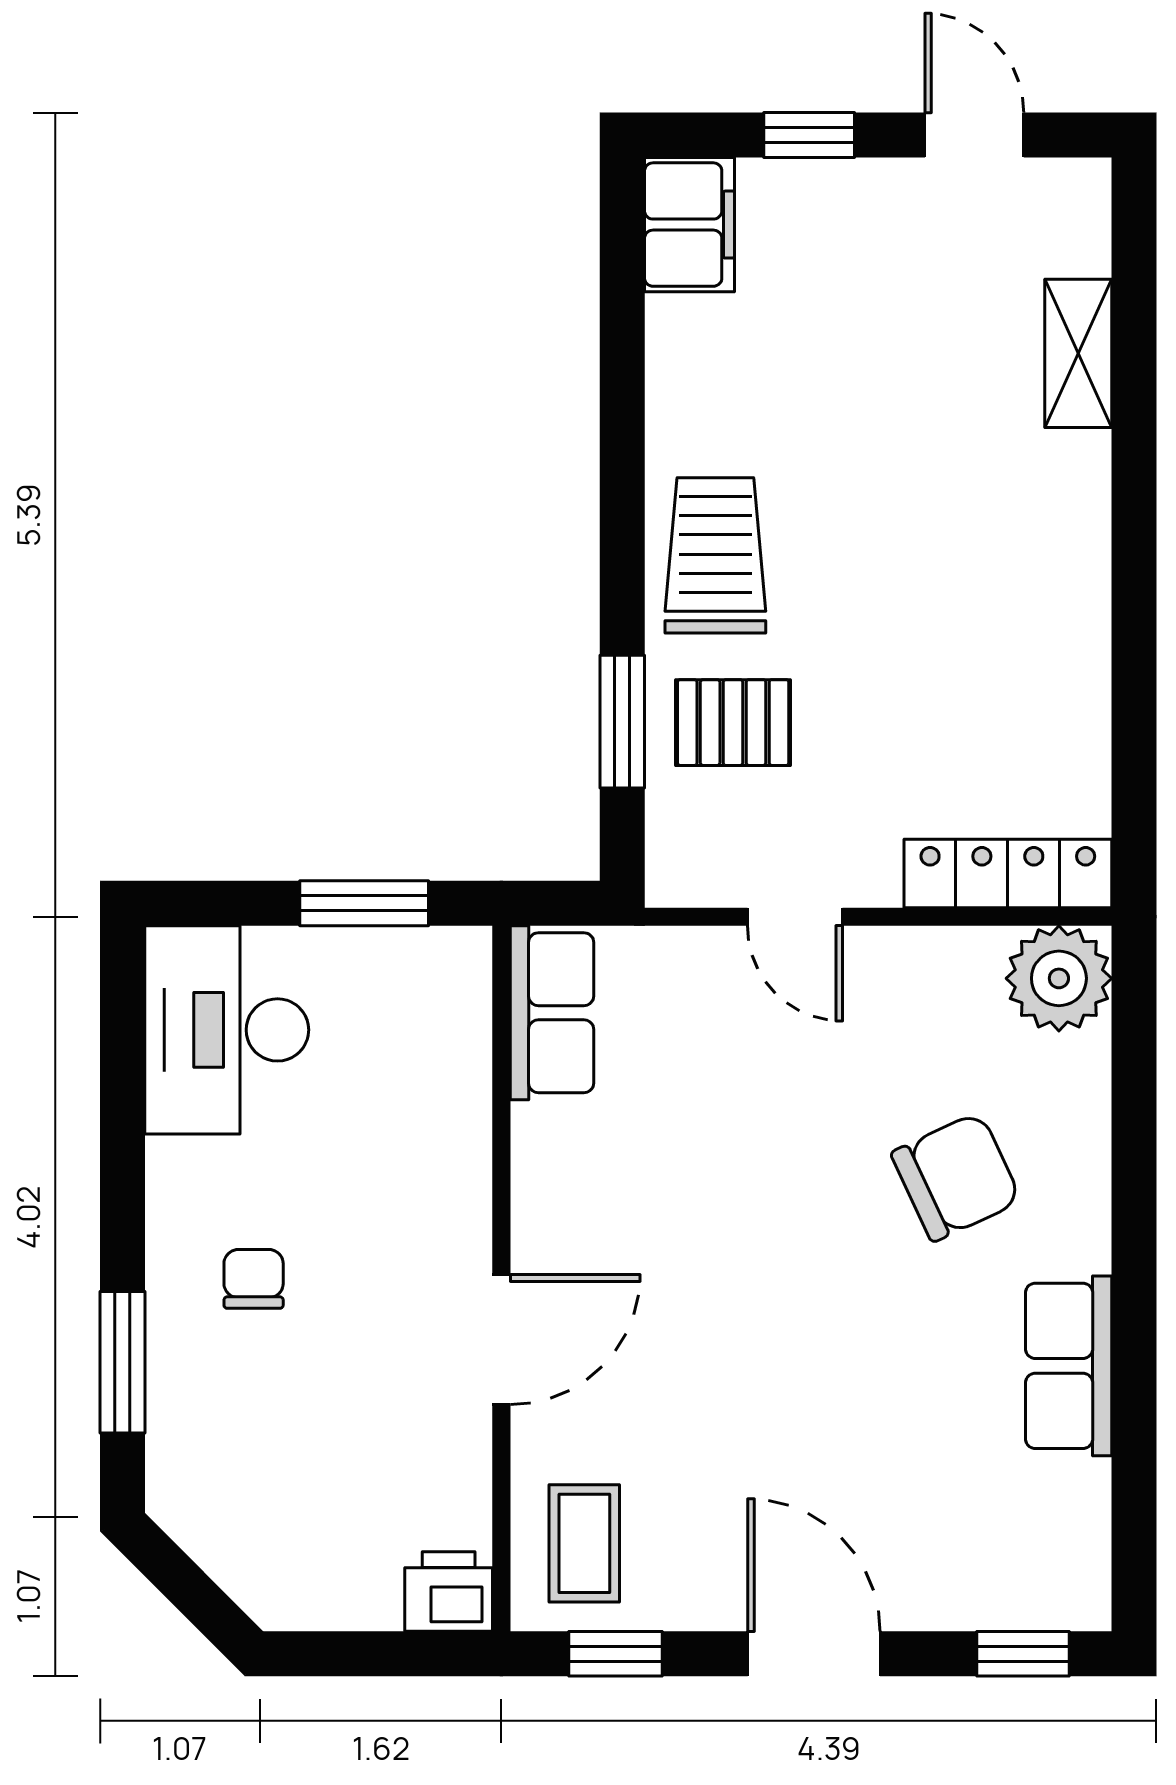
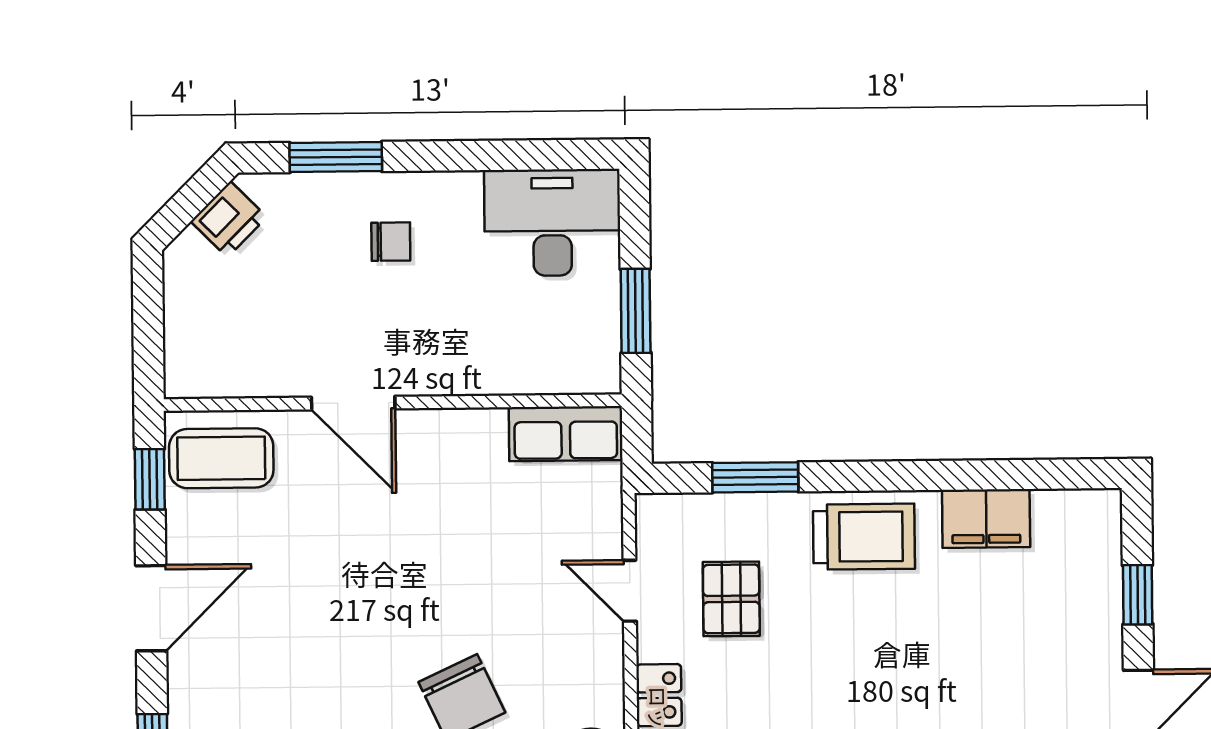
filing cabinet: (689, 225) -> (986, 519), moved
pallet: (733, 723) -> (731, 599), moved
door: (795, 917) -> (630, 591), hinge flipped
coffee table: (584, 1543) -> (221, 458), width x1.36, depth x1.30
printer: (449, 1592) -> (229, 219), moved, turned 45

